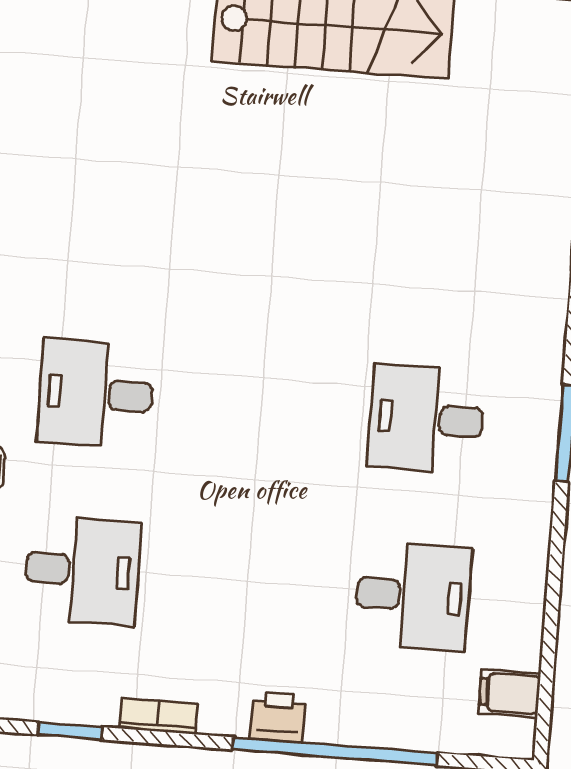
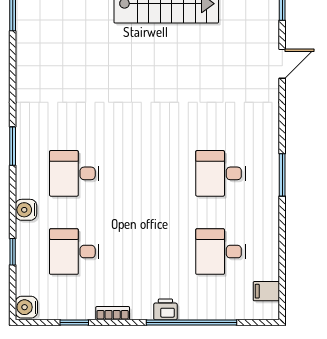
desk: (82, 570) -> (74, 252), turned 180
desk: (413, 596) -> (220, 252), turned 180

